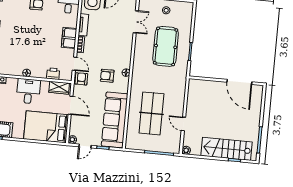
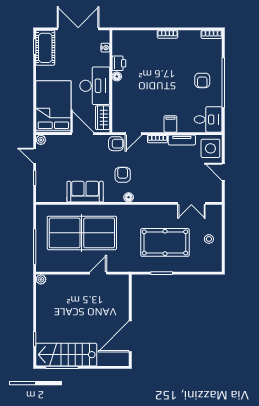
filing cabinet: (69, 38) -> (170, 124), width x0.50
printer: (53, 74) -> (119, 63), moved
desk: (28, 91) -> (95, 86), width x1.37
door: (71, 105) -> (82, 134), swing flipped
table tennis table: (151, 113) -> (82, 233), width x1.36, depth x1.32
sofa: (115, 120) -> (85, 192), width x0.54, depth x0.79
door: (183, 124) -> (98, 273), moved
stairs: (227, 149) -> (66, 355), moved, turned -90

